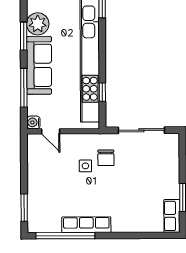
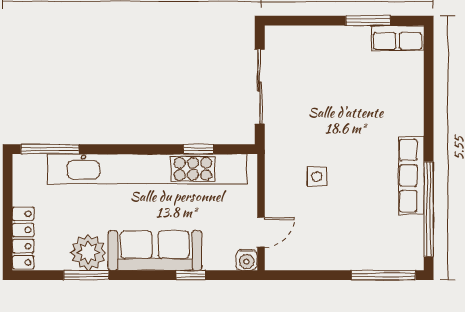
window: (24, 36) -> (86, 275), moved
window: (24, 88) -> (191, 275), width x0.46
chair: (106, 158) -> (304, 144), removed
window: (24, 208) -> (383, 275), width x1.44

